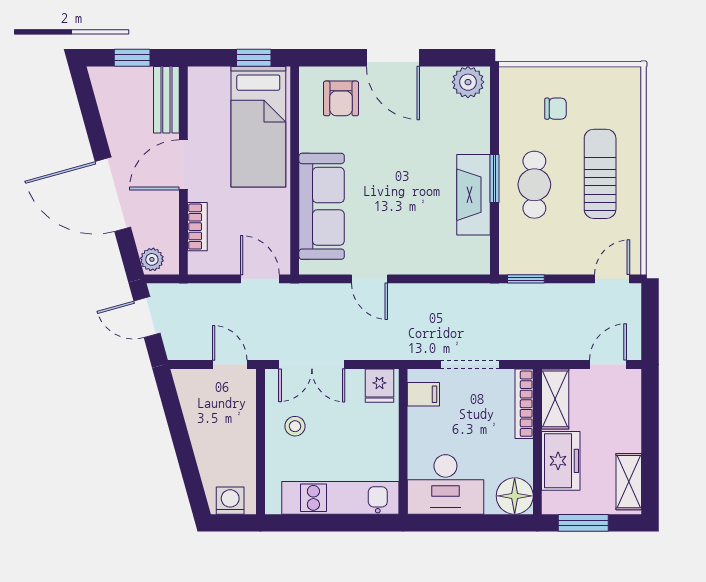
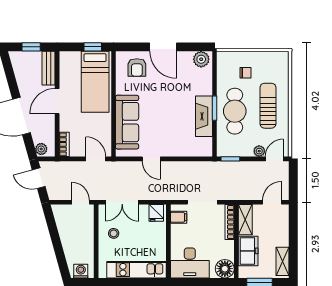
cafe table: (534, 185) -> (235, 111), width x1.37, depth x1.35
bookcase: (197, 227) -> (64, 144), moved
plant: (583, 264) -> (259, 151), added

